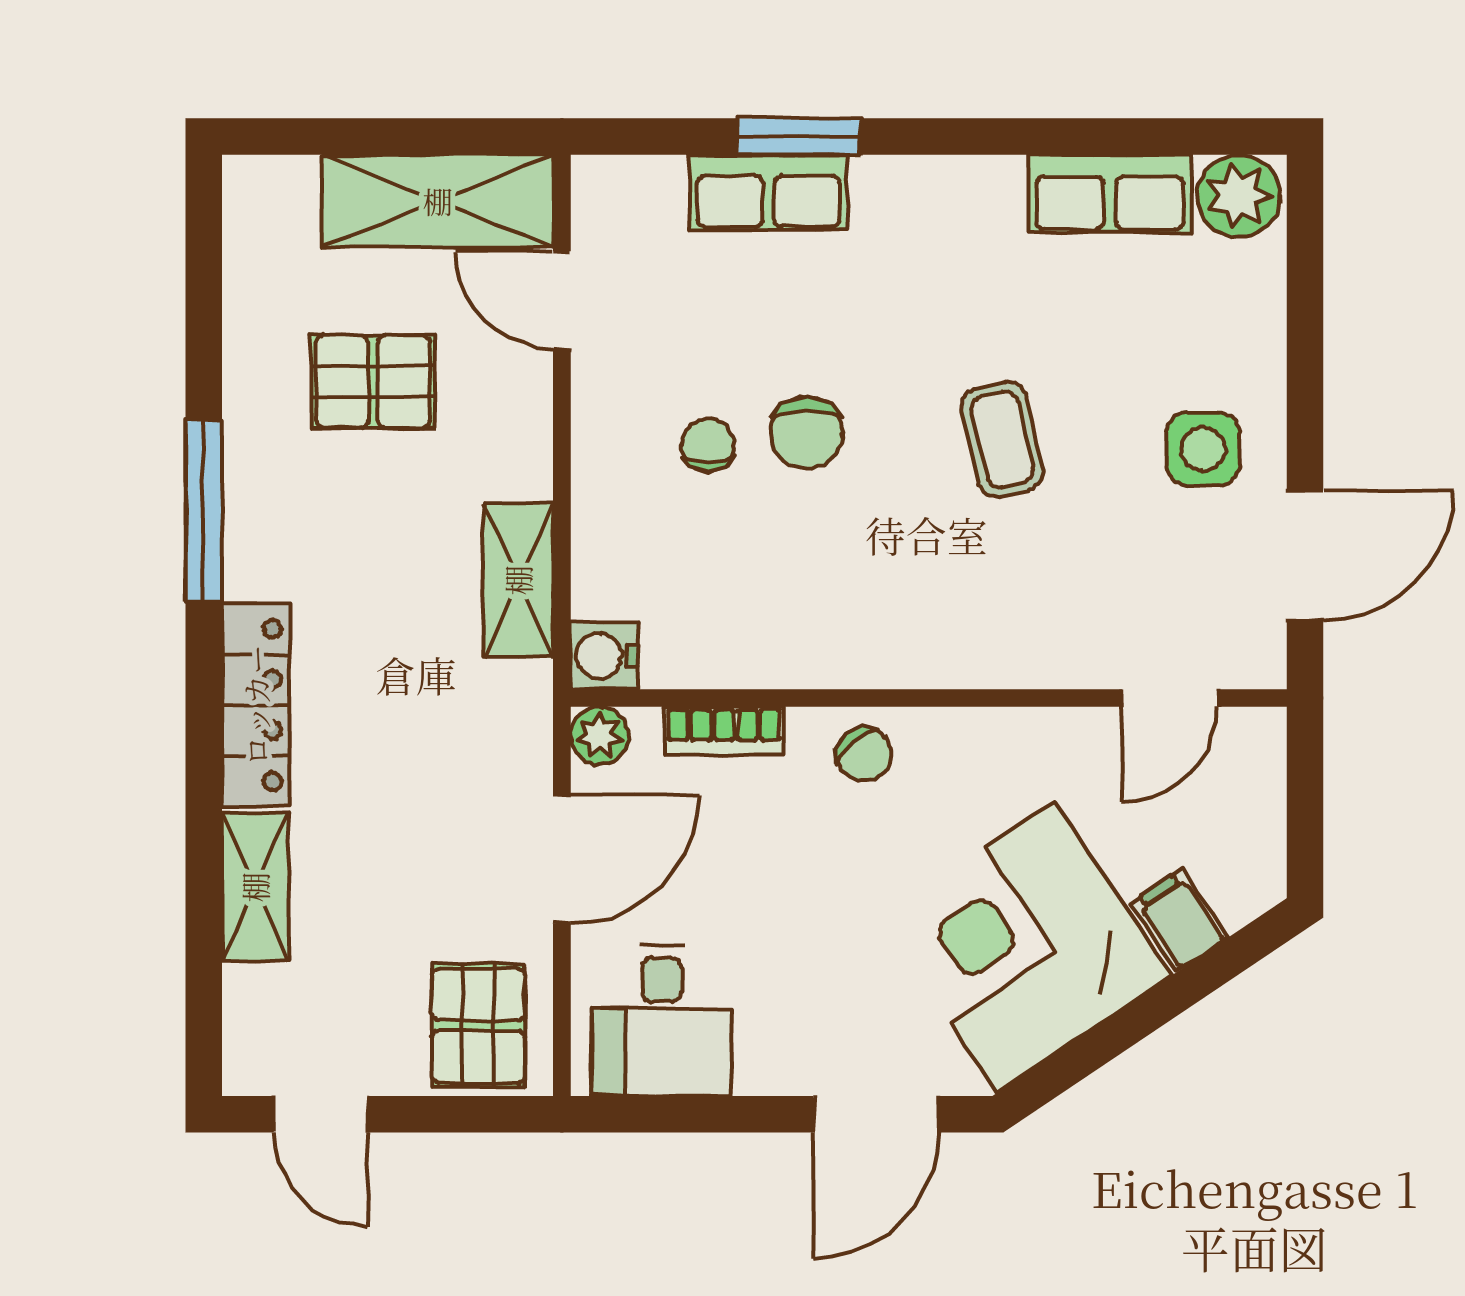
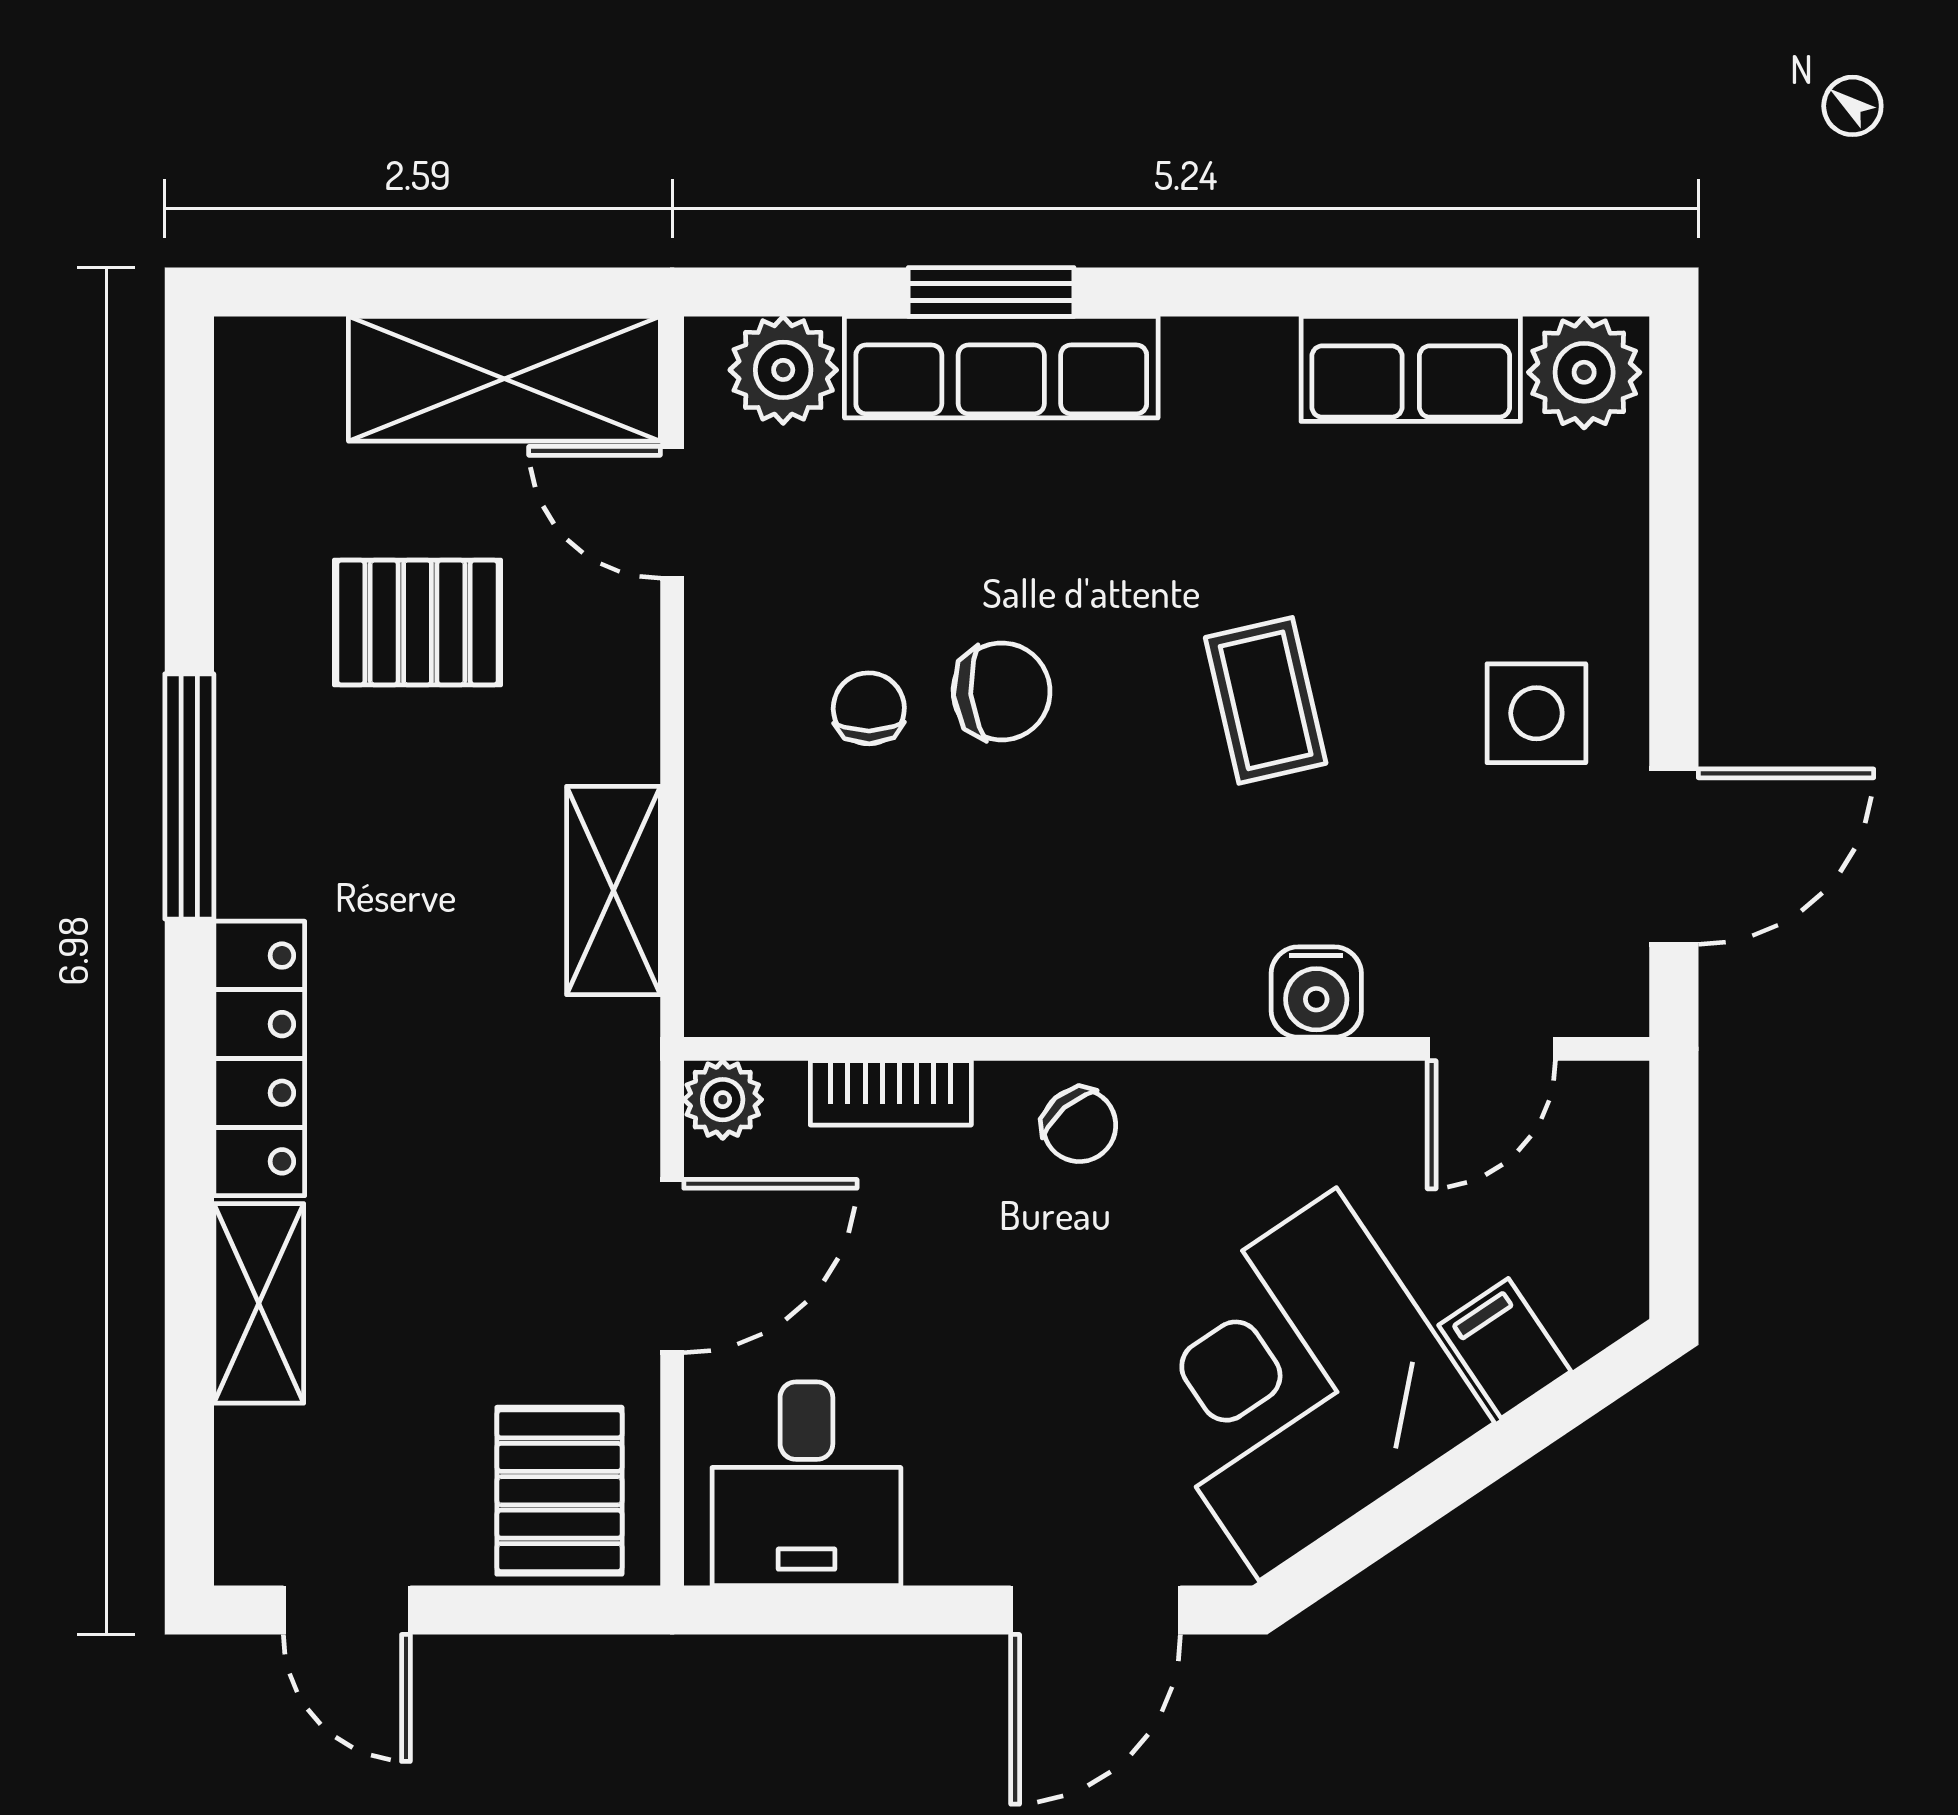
row of seats: (768, 192) -> (1001, 367), width x1.48
plant: (644, 194) -> (783, 370), added
chair: (806, 433) -> (1002, 691), turned -95
water cooler: (604, 656) -> (1316, 992), moved, turned -90

